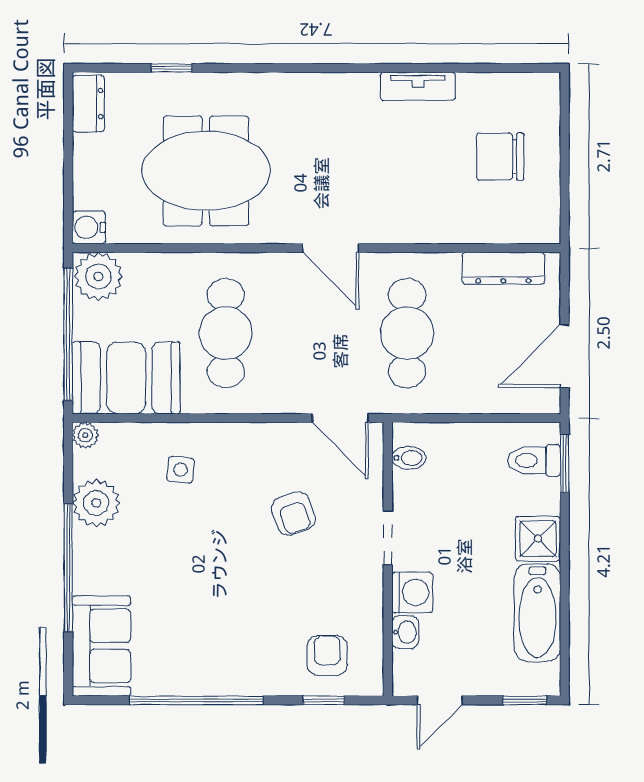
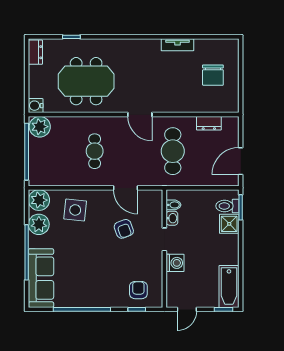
chair: (500, 157) -> (213, 75), turned -90
dresser: (503, 268) -> (209, 123), width x0.70
cafe table: (226, 333) -> (95, 151), width x0.73, depth x0.74
booth: (126, 378) -> (52, 170), removed
door: (340, 418) -> (125, 188), moved
plant: (85, 435) -> (39, 200), width x1.87, depth x1.87
side table: (181, 470) -> (75, 210), width x1.87, depth x1.87
shower: (538, 539) -> (229, 224), moved
bathtub: (537, 613) -> (229, 287), moved
washbasin: (405, 632) -> (172, 218), moved
sofa: (101, 646) -> (41, 278), width x1.36

